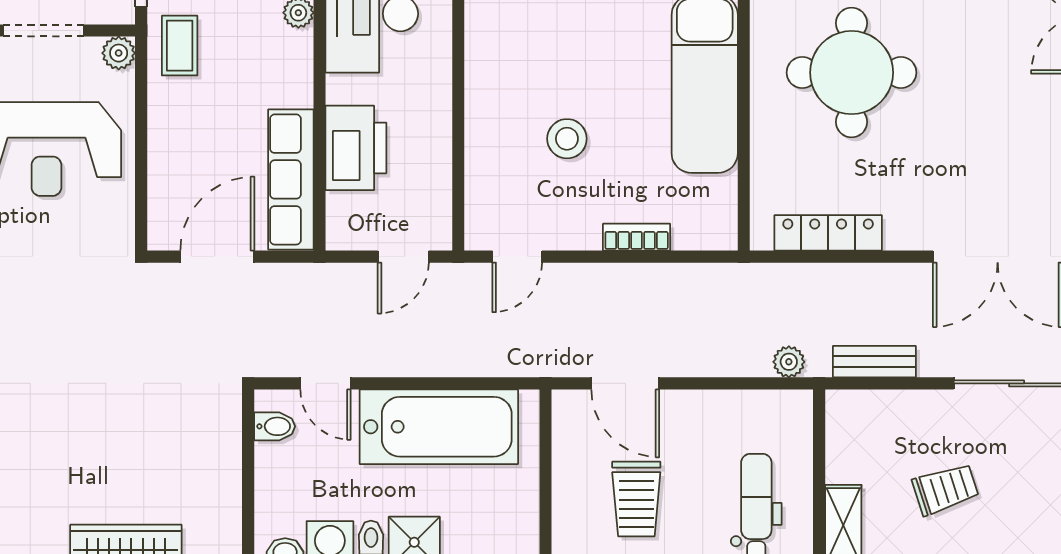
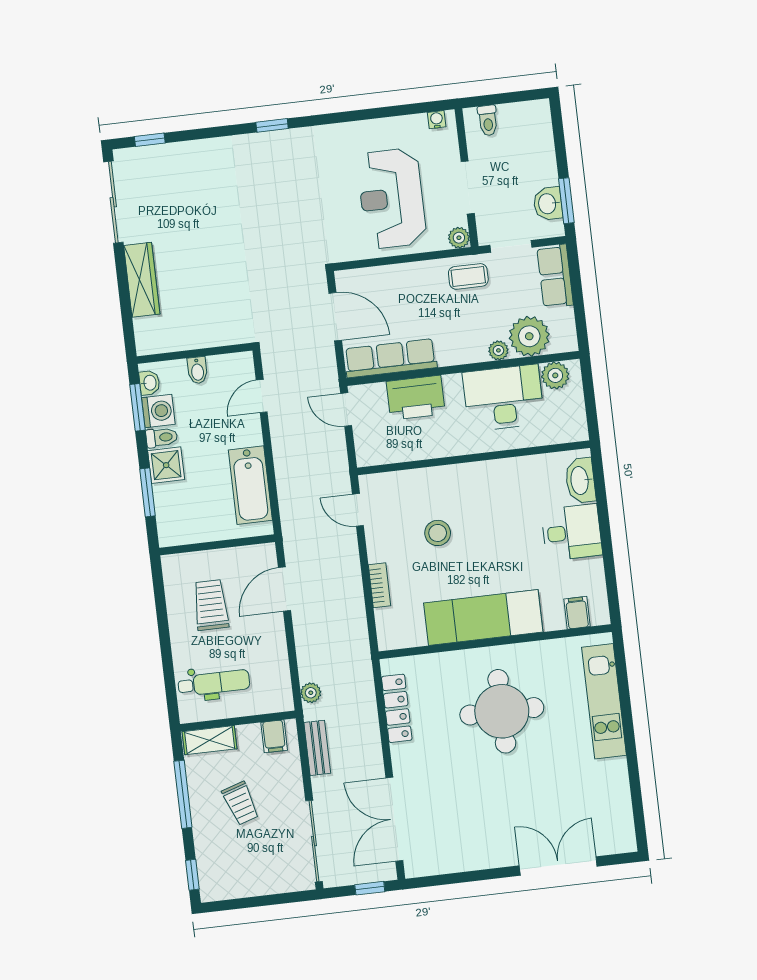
door: (403, 257) -> (346, 409), moved
bidet: (275, 426) -> (197, 370), moved
filing cabinet: (849, 426) -> (274, 736), added
bathtub: (439, 427) -> (250, 485), width x0.73, depth x0.73
trolley: (636, 499) -> (211, 605), turned 90

